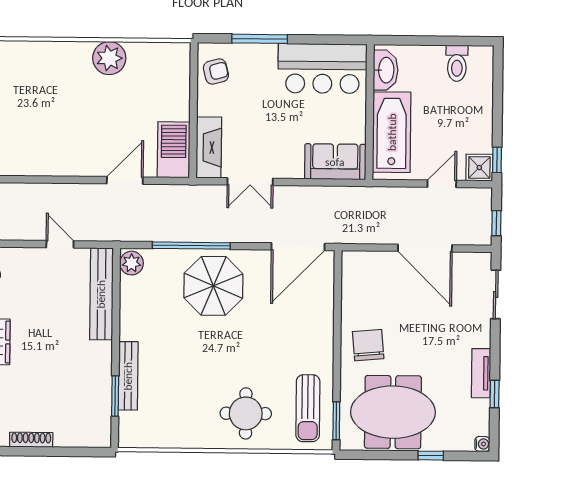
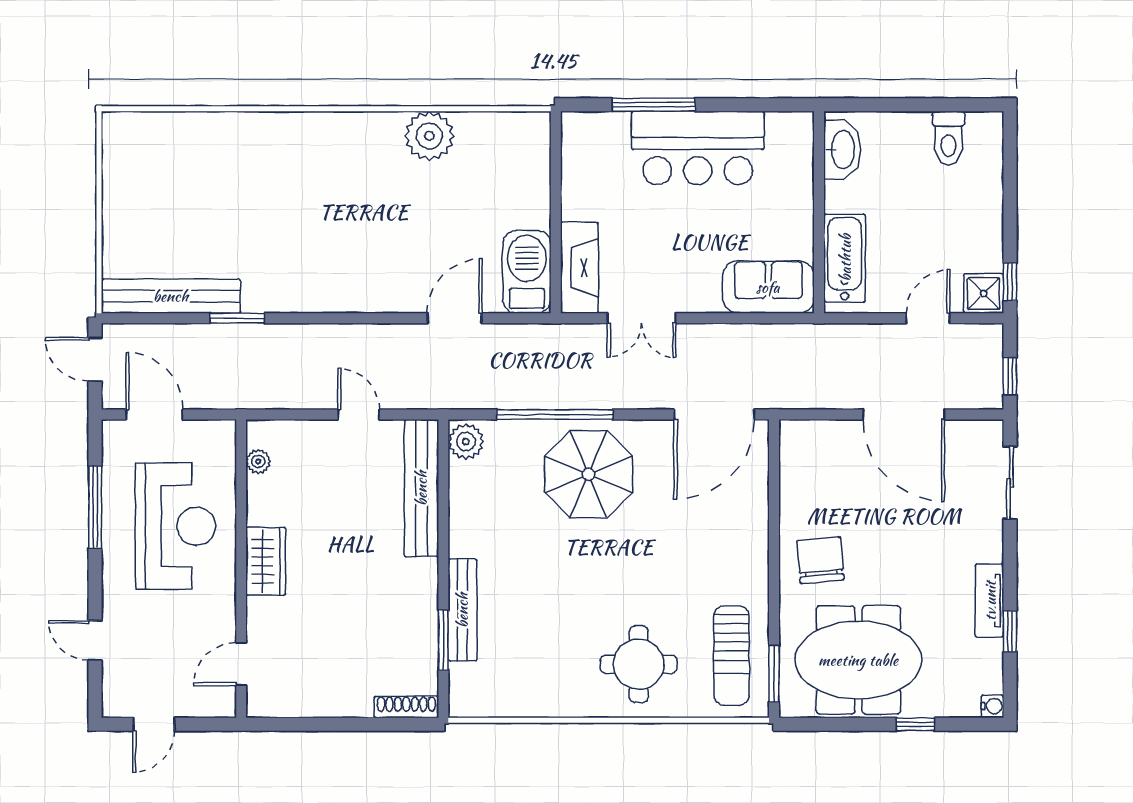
bar counter: (322, 68) -> (698, 148), moved
armchair: (216, 72) -> (589, 154), removed
bathtub: (392, 132) -> (845, 258), width x0.73, depth x0.73
shoe rack: (31, 440) -> (406, 707), moved

